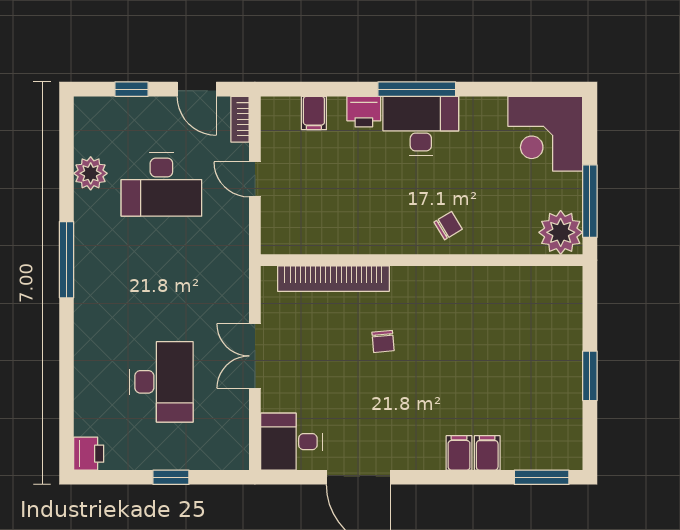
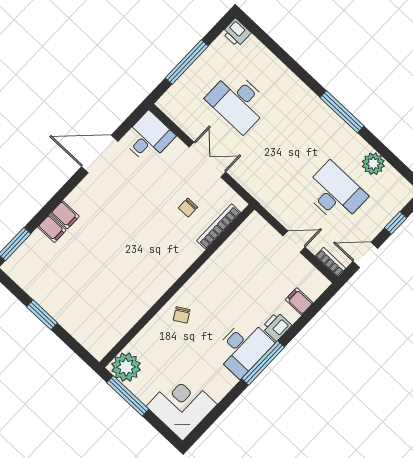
desk: (161, 185) -> (335, 193), turned 90
bookcase: (333, 279) -> (219, 227), width x0.68, depth x0.76
chair: (383, 341) -> (188, 208), moved, turned -85
window: (171, 477) -> (187, 62), width x2.17

